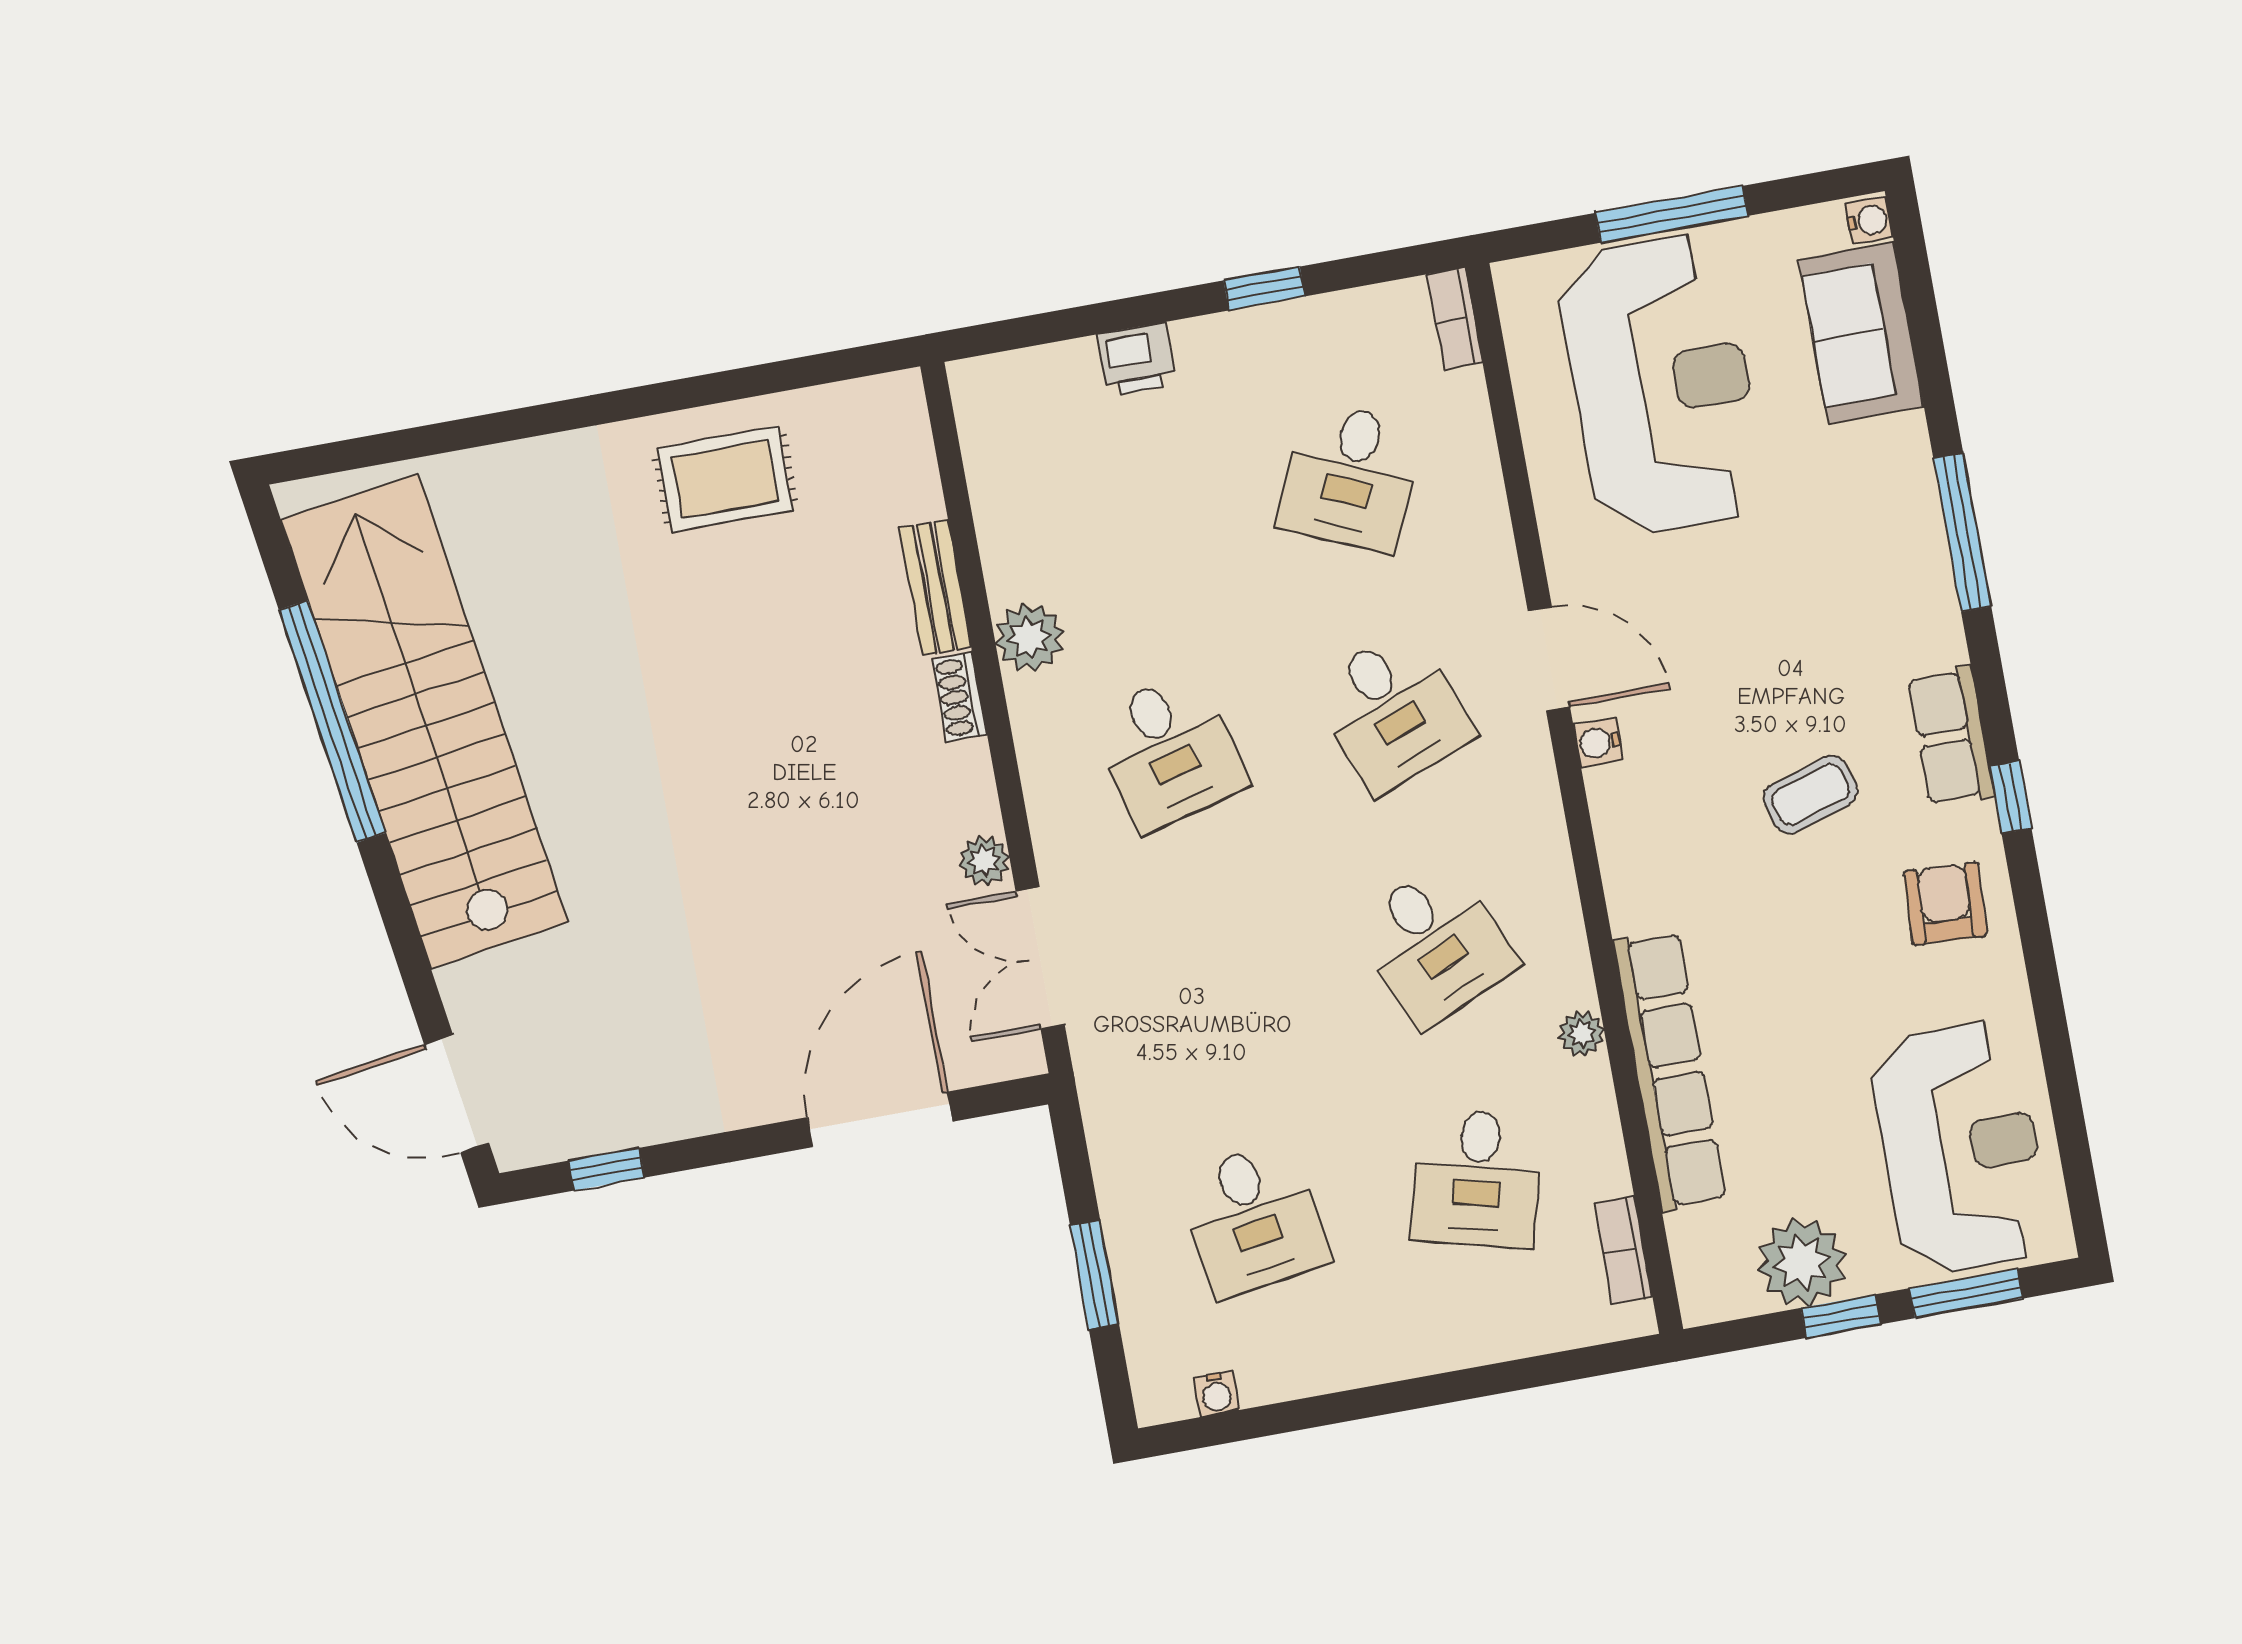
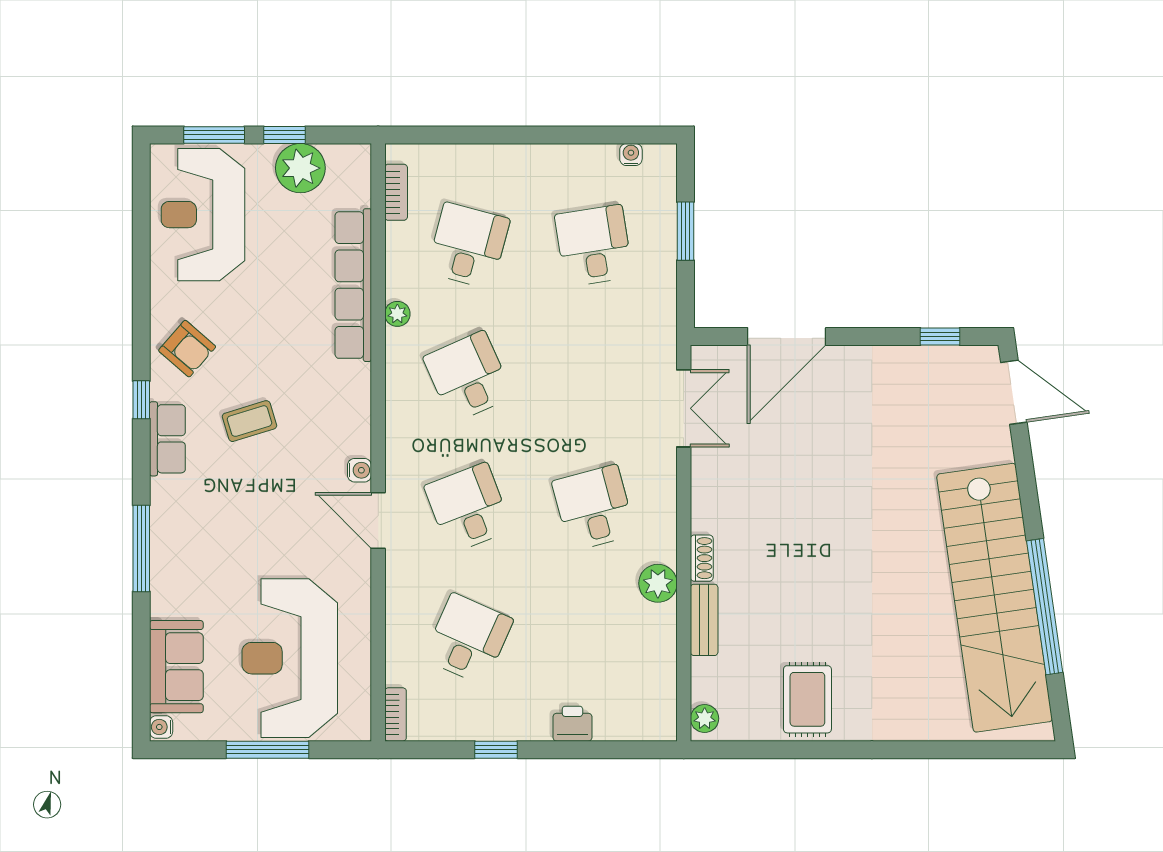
rug: (725, 479) -> (807, 699), turned 90
plant: (984, 861) -> (705, 719), moved
armchair: (1945, 904) -> (187, 349), turned -52

